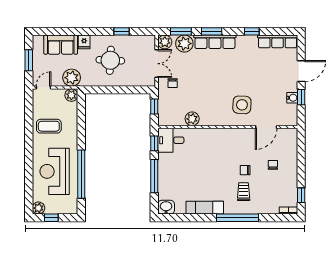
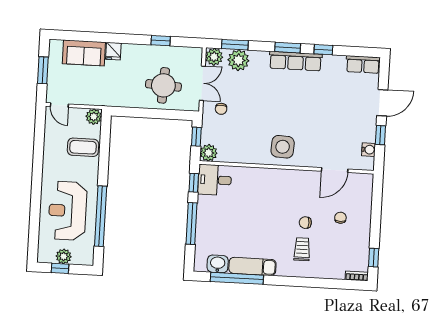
window: (212, 31) -> (288, 48), moved
row of seats: (278, 41) -> (363, 64), width x0.68
row of seats: (215, 42) -> (296, 61), moved
round table: (110, 60) -> (163, 85), moved
plant: (72, 78) -> (95, 95), removed
door: (43, 88) -> (59, 105), swing flipped
water cooler: (292, 98) -> (369, 150), moved
side table: (242, 105) -> (283, 147), moved
plant: (192, 119) -> (209, 153), moved
coffee table: (49, 126) -> (83, 147), moved
washbasin: (166, 207) -> (218, 264), moved
plant: (38, 208) -> (64, 256), moved
window: (238, 218) -> (237, 278), moved

